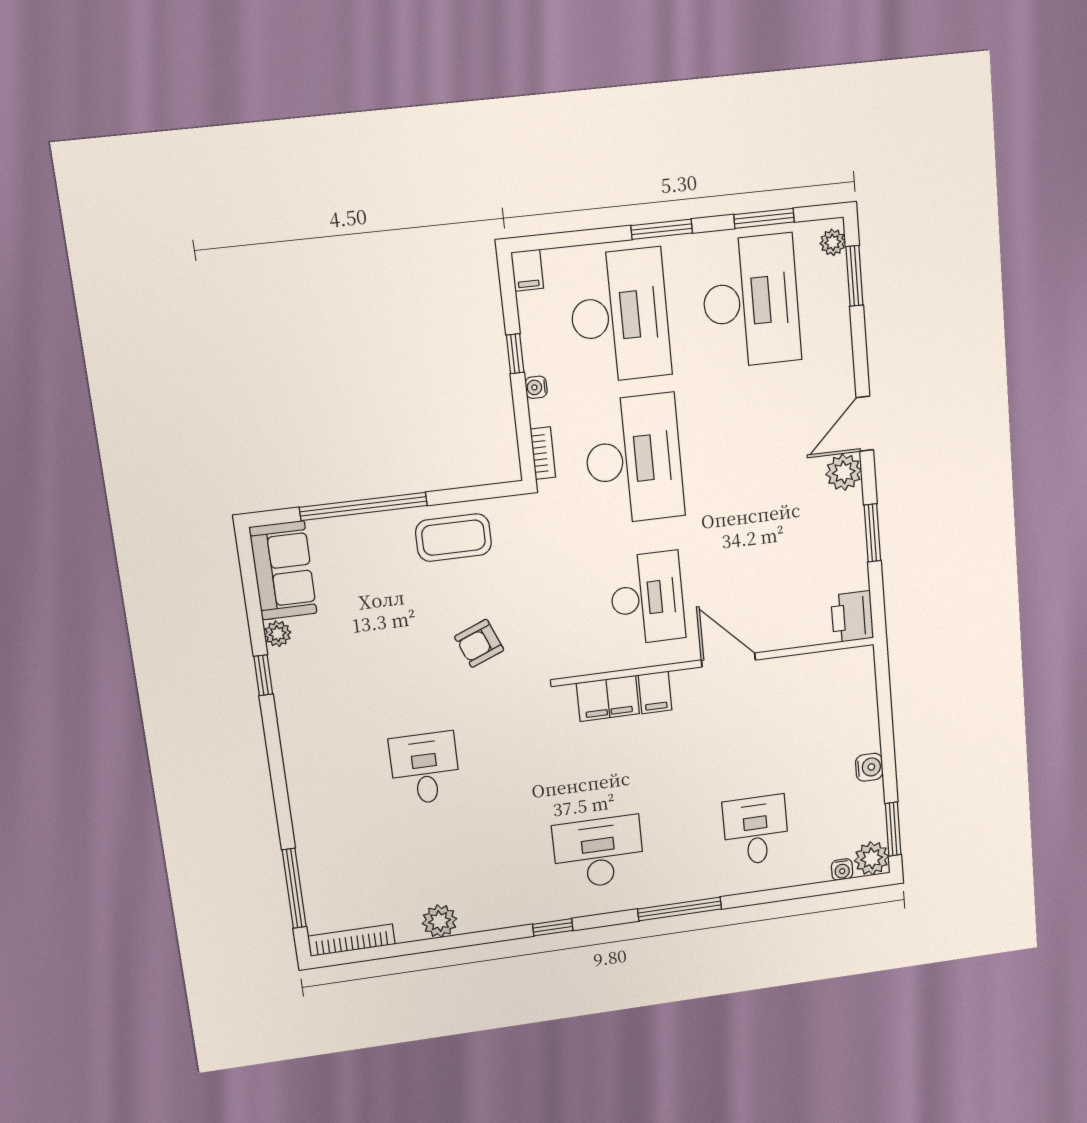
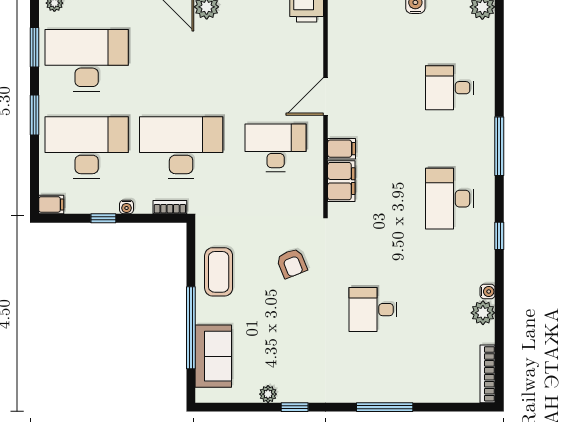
sofa: (283, 570) -> (213, 356), moved, turned 90
water cooler: (842, 870) -> (488, 291), moved
window: (294, 888) -> (385, 407), moved

